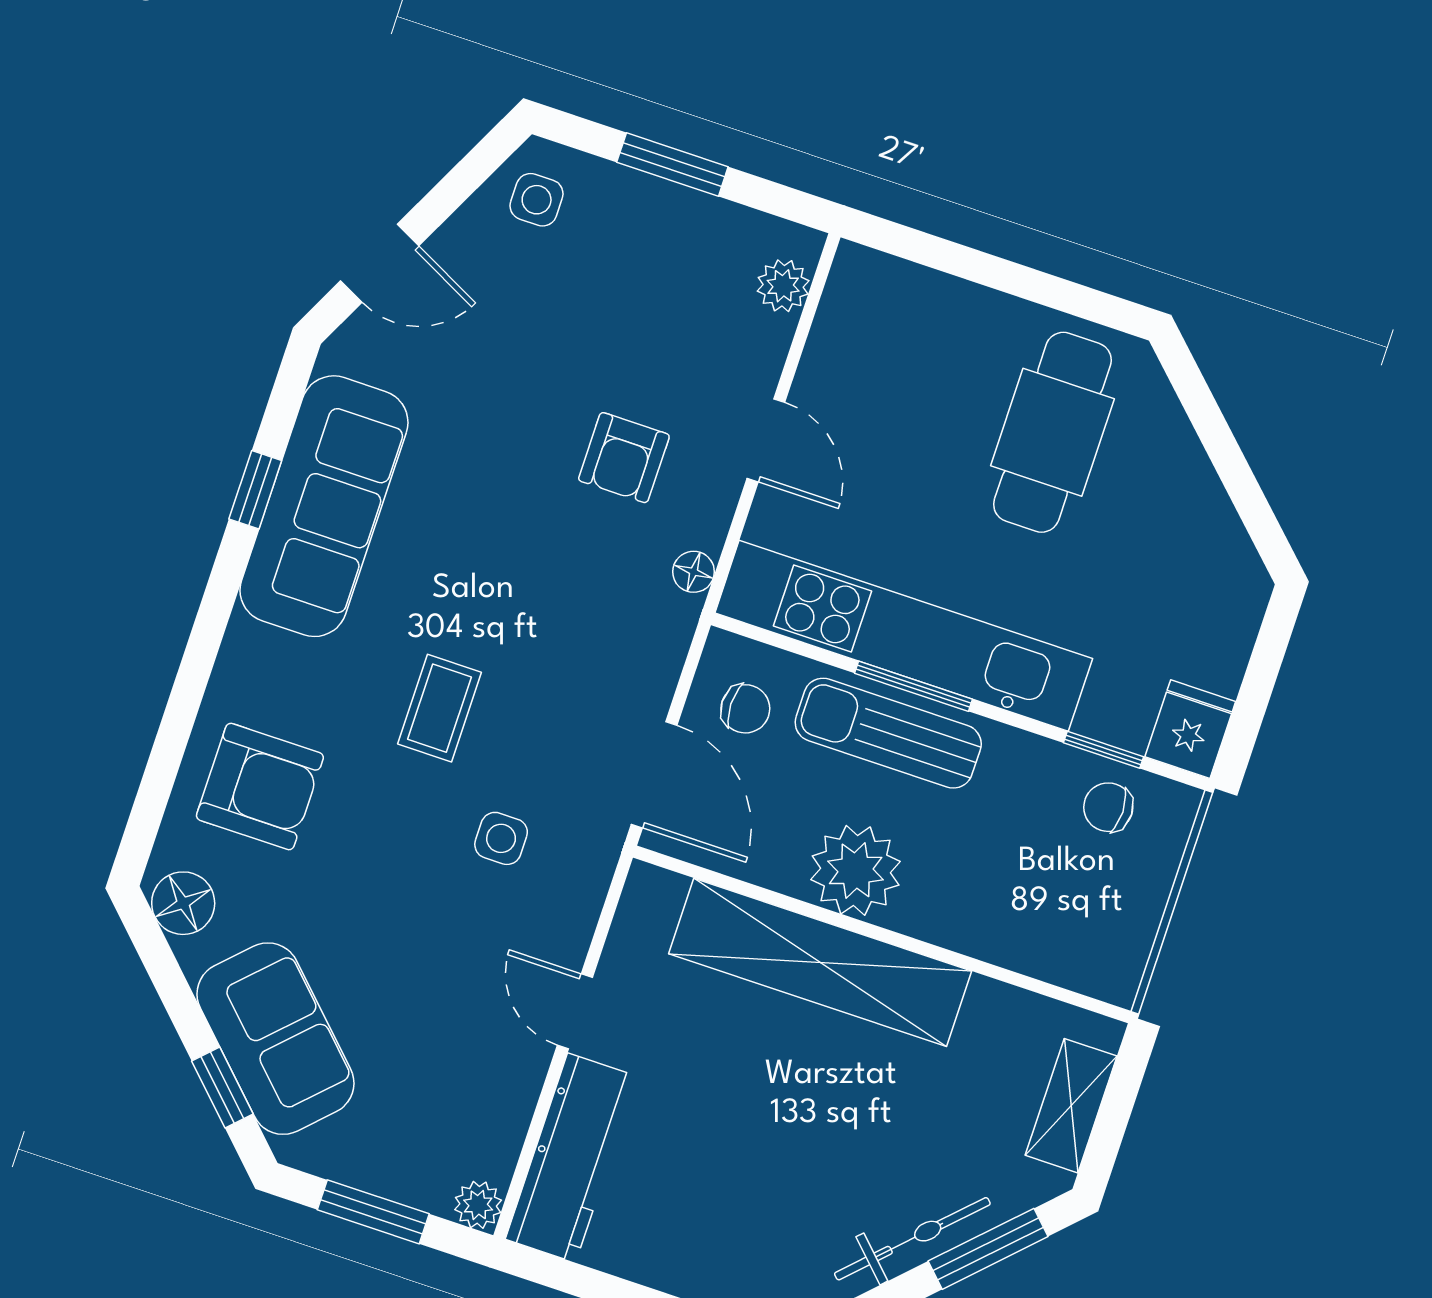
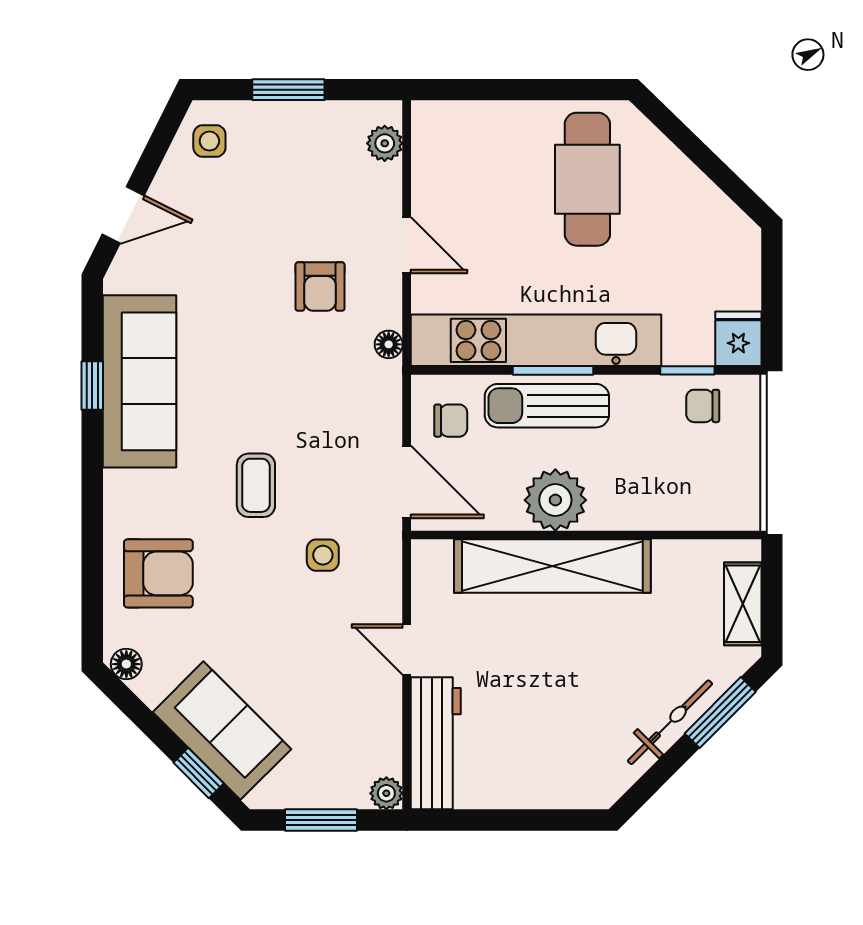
floor lamp: (183, 903) -> (126, 664), width x0.73, depth x0.73

